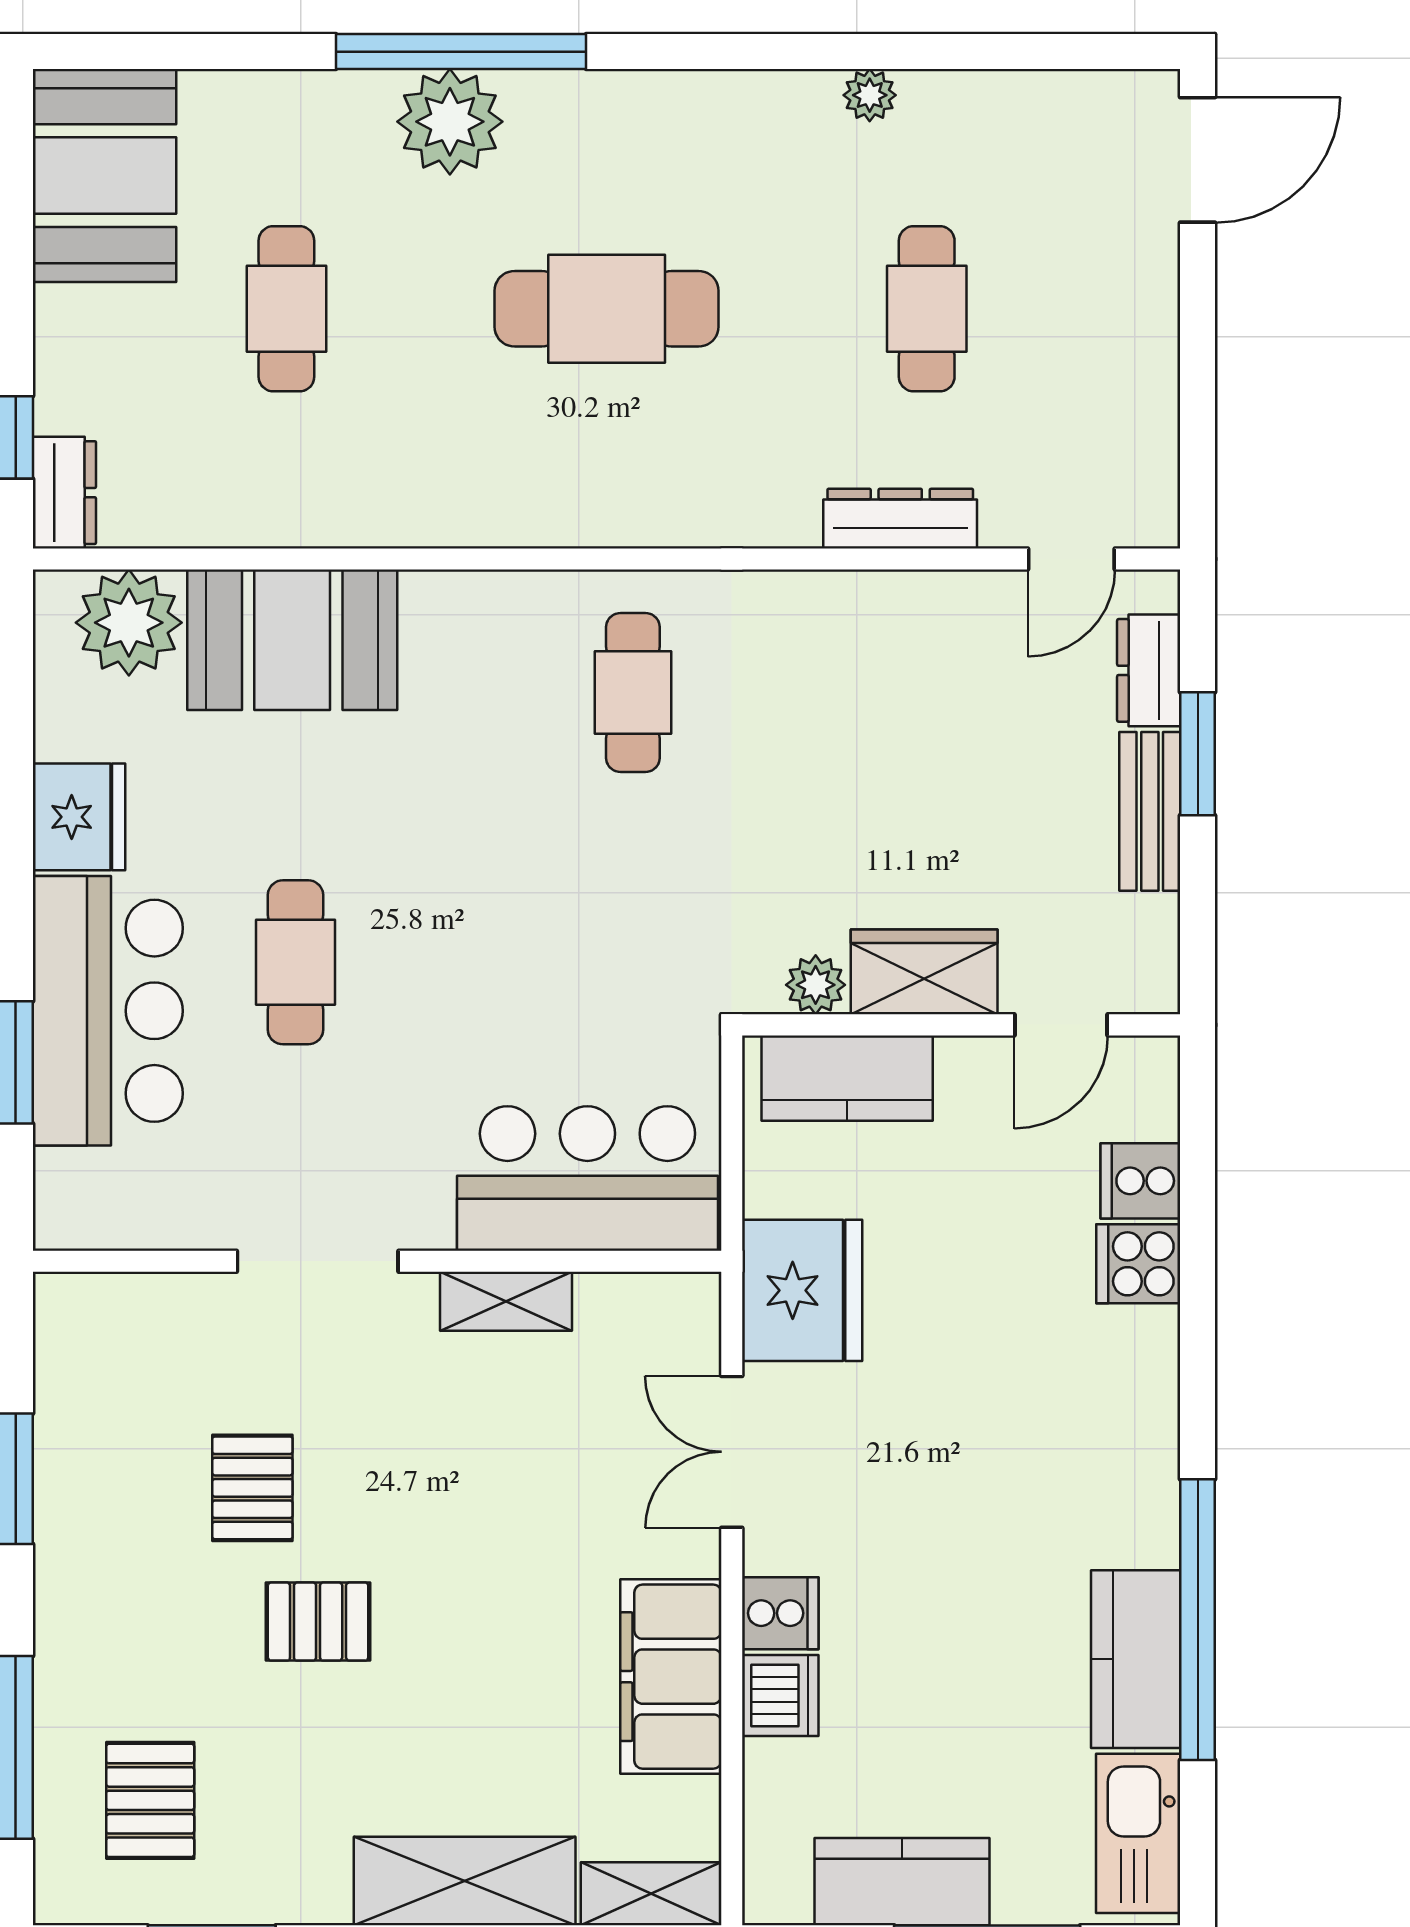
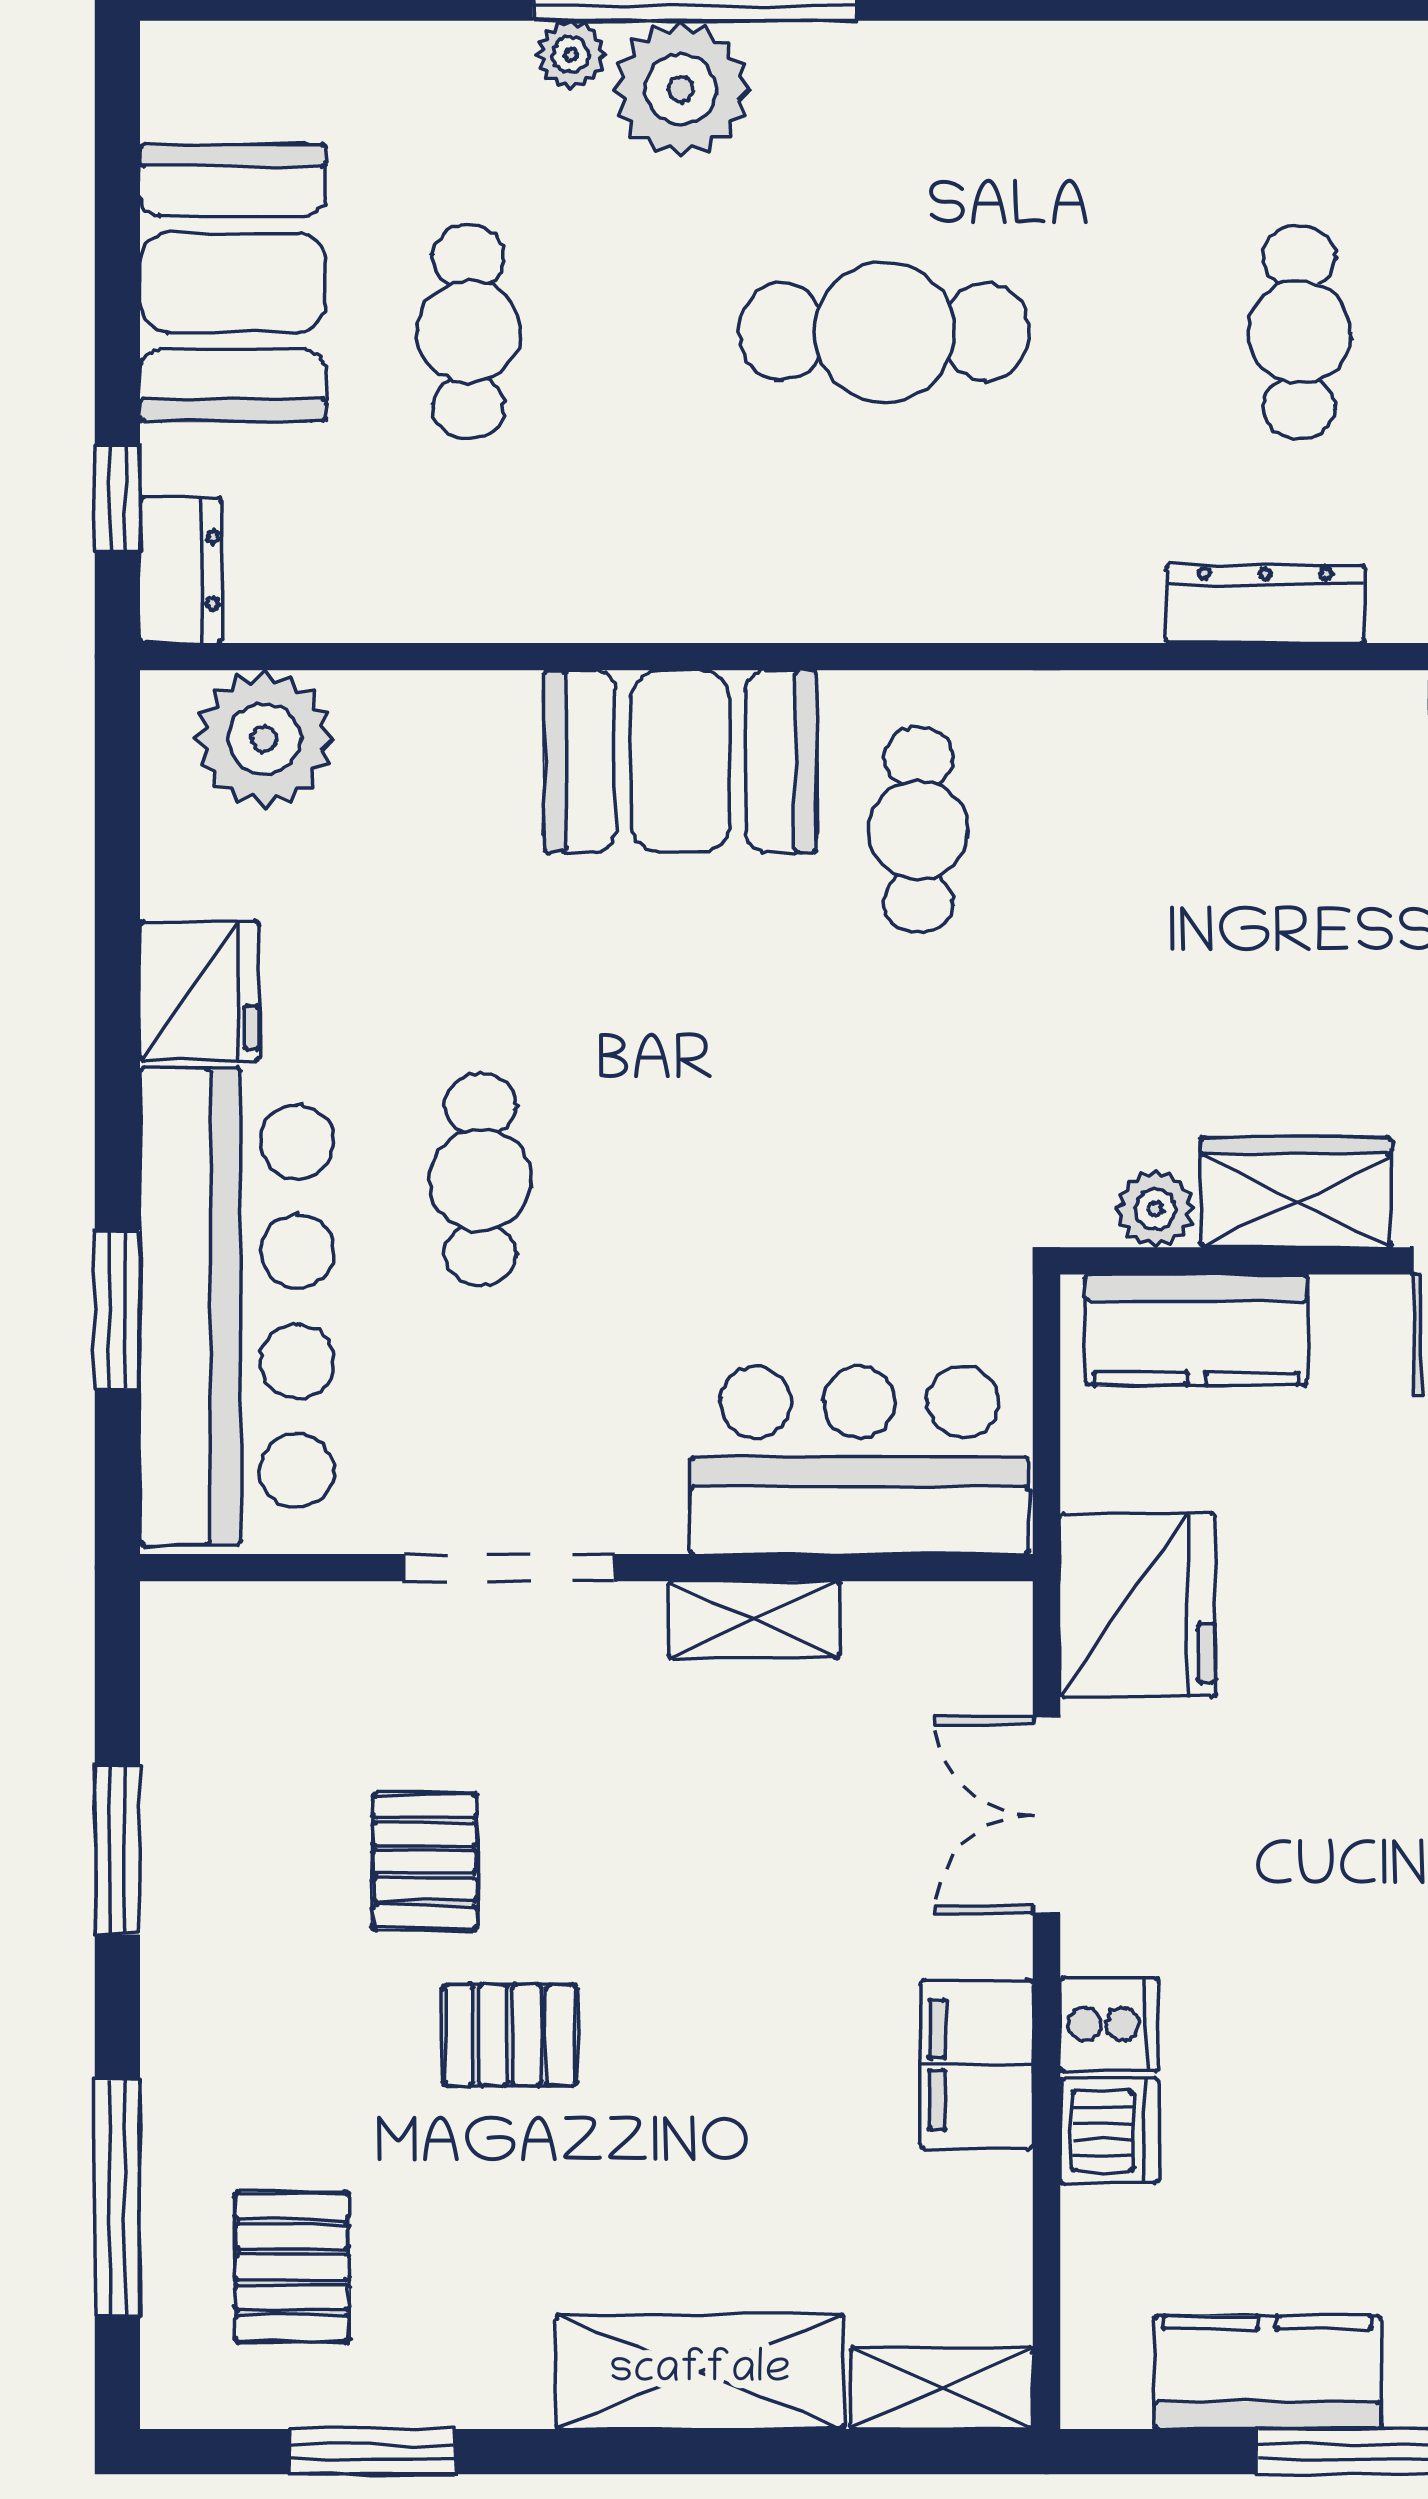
plant: (870, 95) -> (571, 55), moved
booth: (105, 176) -> (233, 283), moved
booth: (292, 640) -> (680, 761), moved
bar counter: (108, 1011) -> (237, 1306), width x1.36
filing cabinet: (671, 1677) -> (977, 2064), width x0.67, depth x0.86

